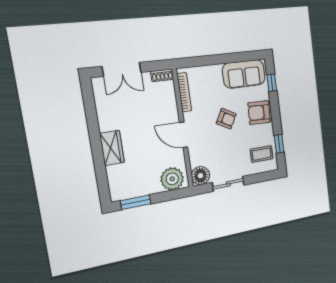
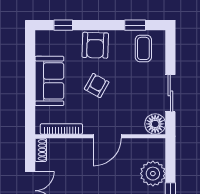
sofa: (244, 74) -> (49, 81), moved
plant: (172, 179) -> (153, 174), moved

